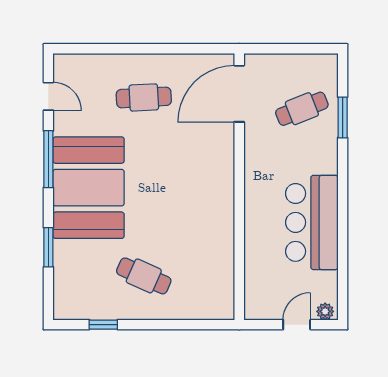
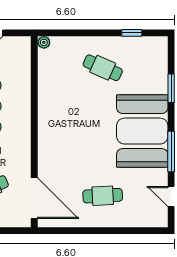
door: (239, 94) -> (34, 198), hinge flipped
plant: (226, 311) -> (44, 42), added

